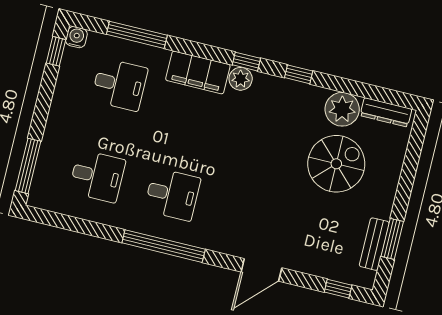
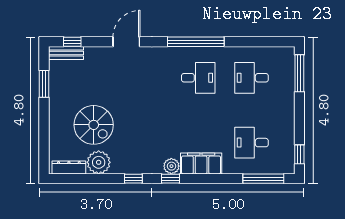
window: (137, 35) -> (263, 179), moved
water cooler: (76, 37) -> (288, 167), removed
spiral stairs: (336, 164) -> (94, 125), turned -90
desk: (172, 194) -> (198, 78), turned 180
bench: (374, 244) -> (66, 53), moved, turned 90

